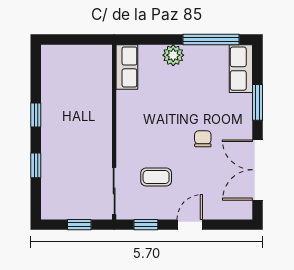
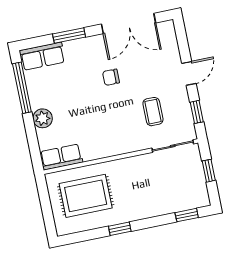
rug: (79, 85) -> (86, 196), added
window: (36, 165) -> (187, 215), moved
door: (190, 225) -> (189, 73), swing flipped

